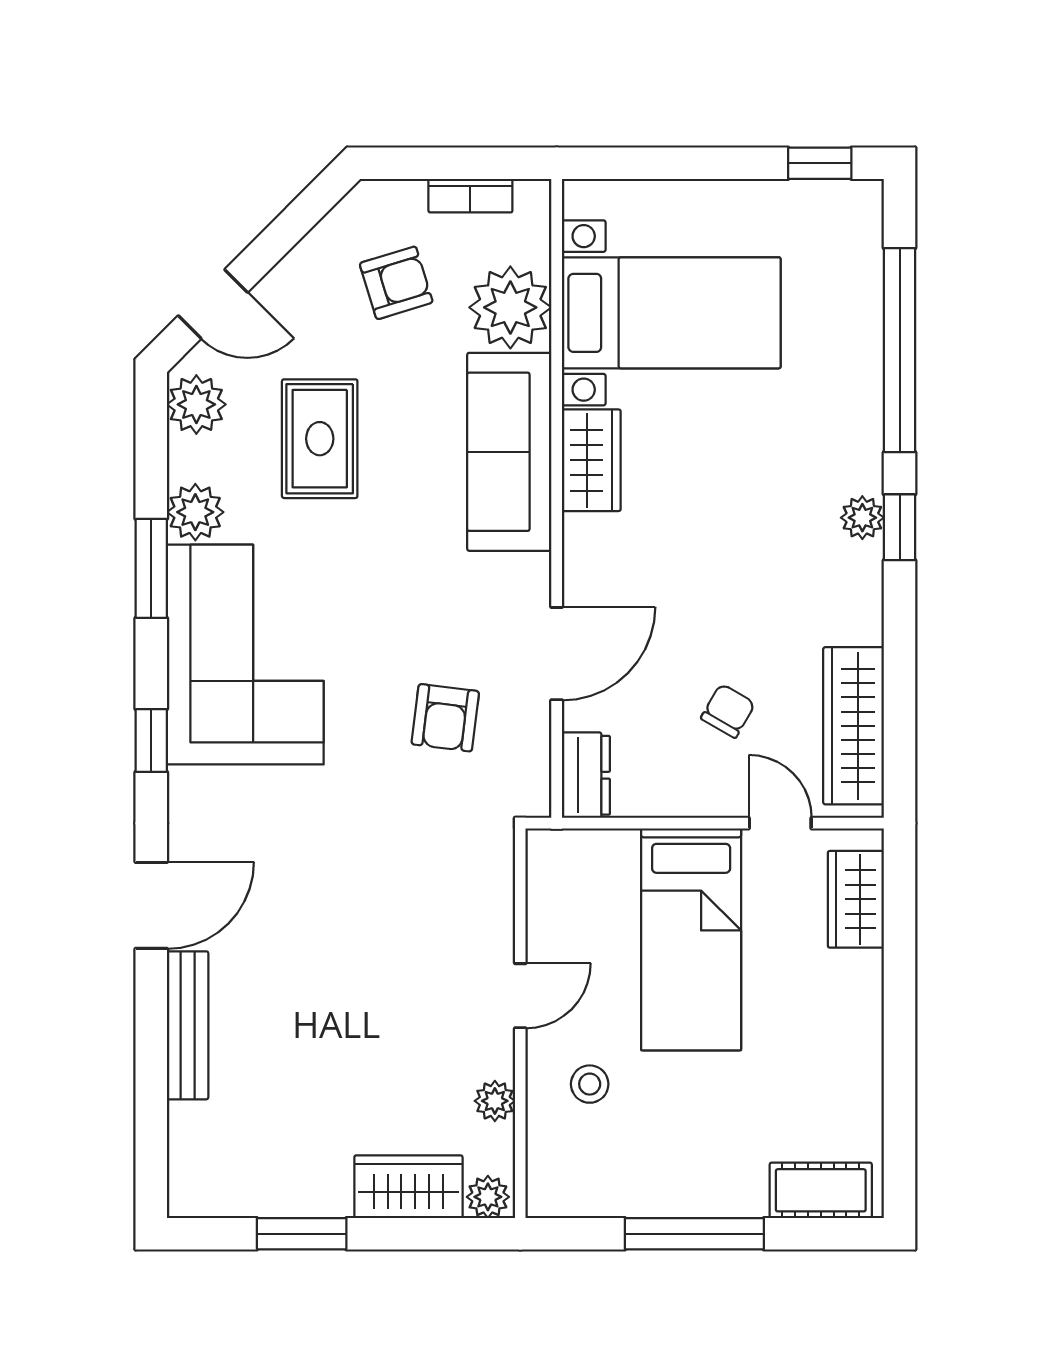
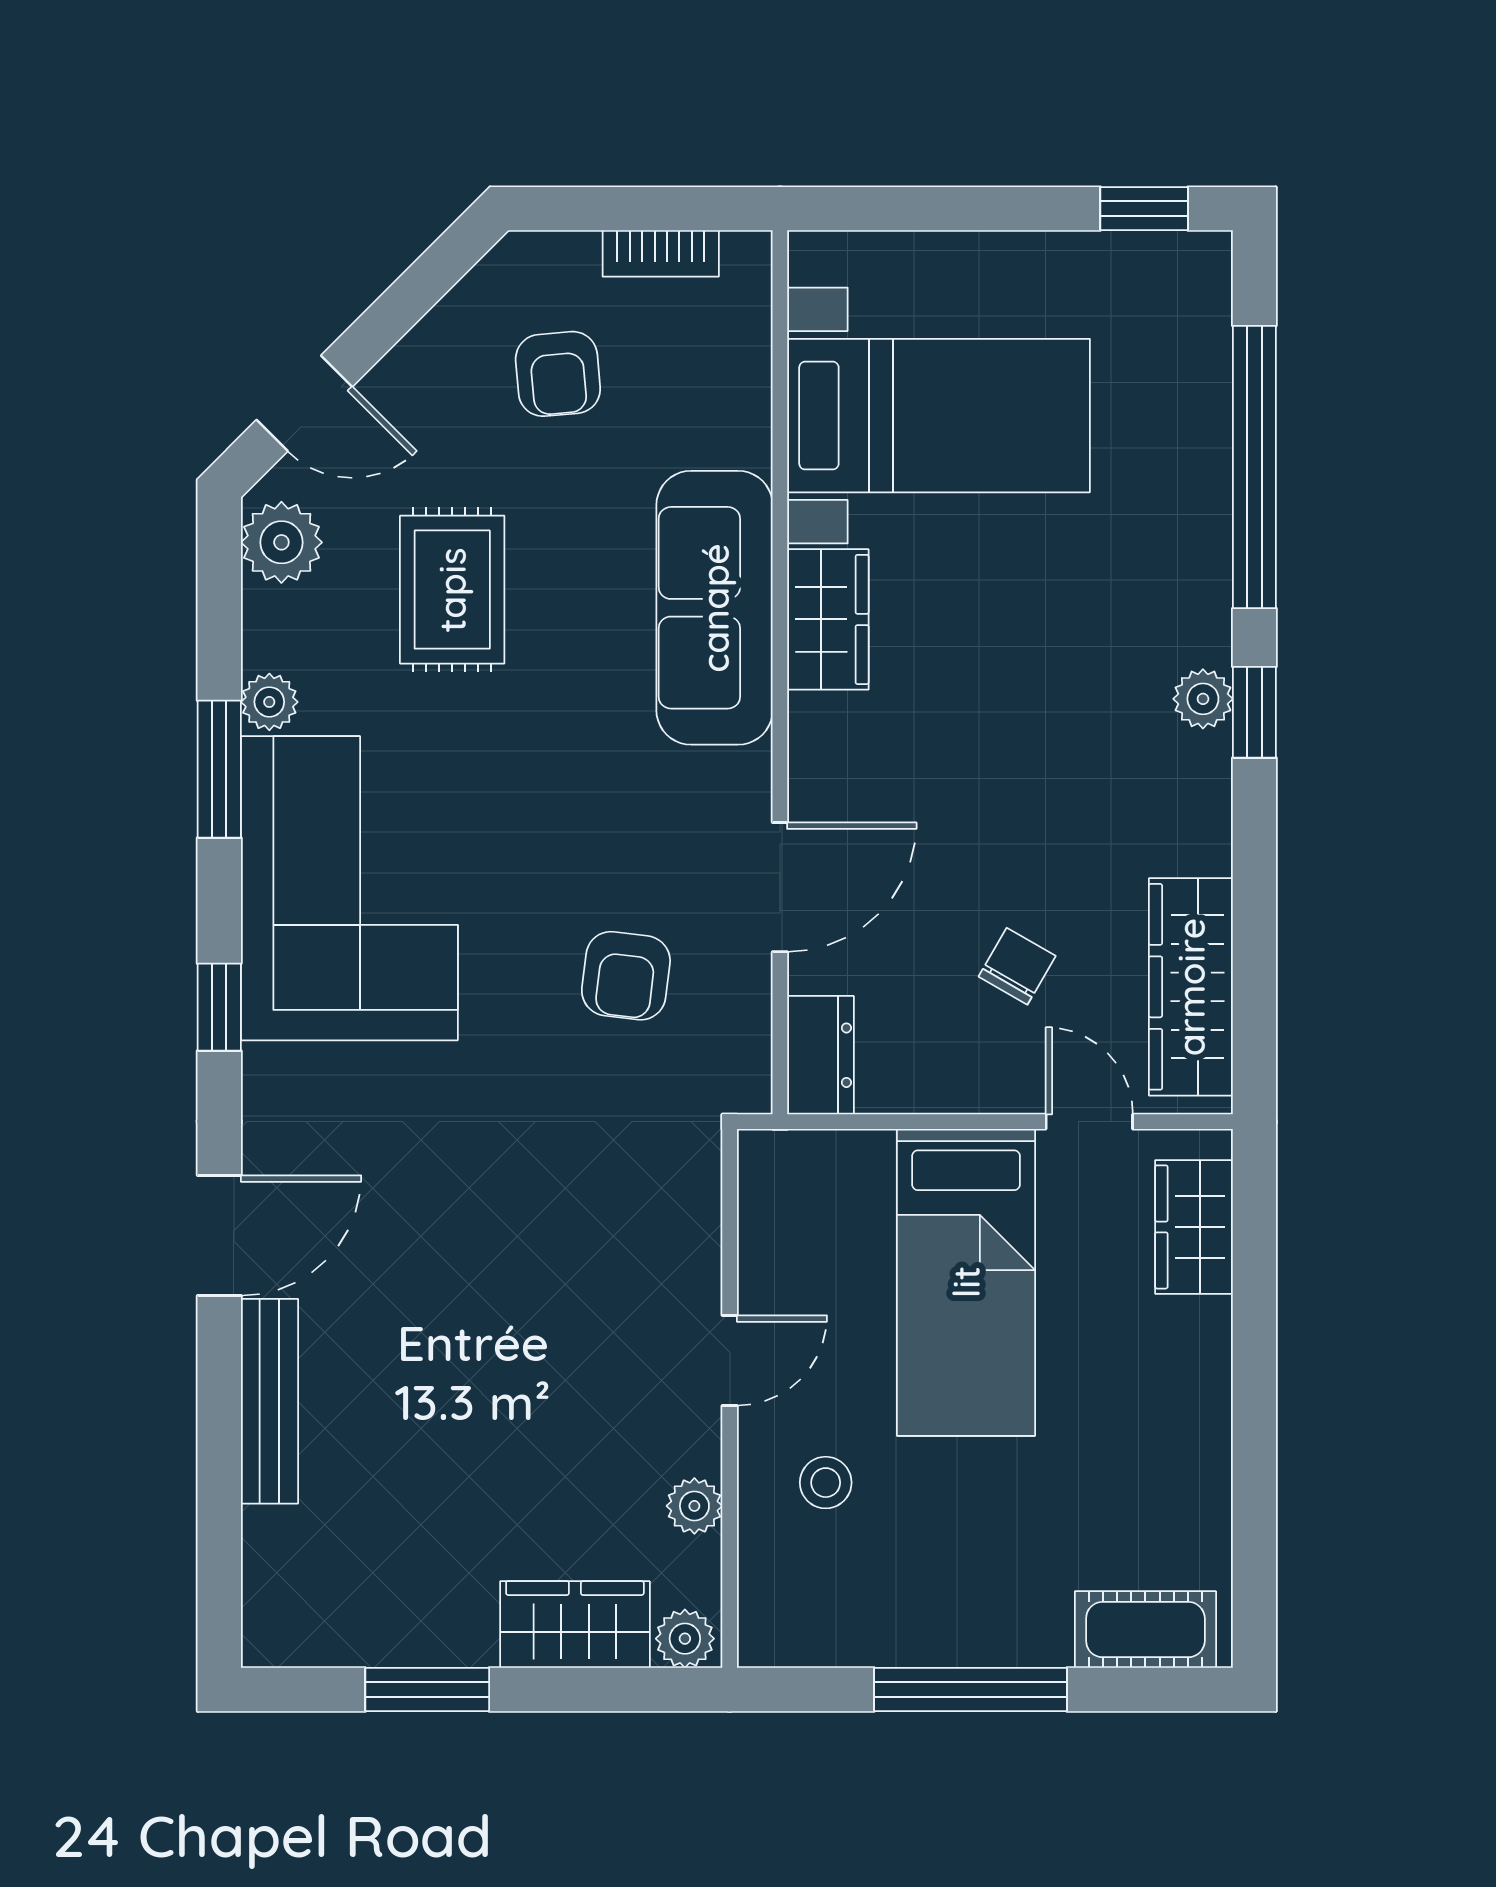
armchair: (396, 283) -> (558, 374), turned 102
plant: (510, 307) -> (716, 408), removed
plant: (195, 512) -> (269, 702), width x0.73, depth x0.73

